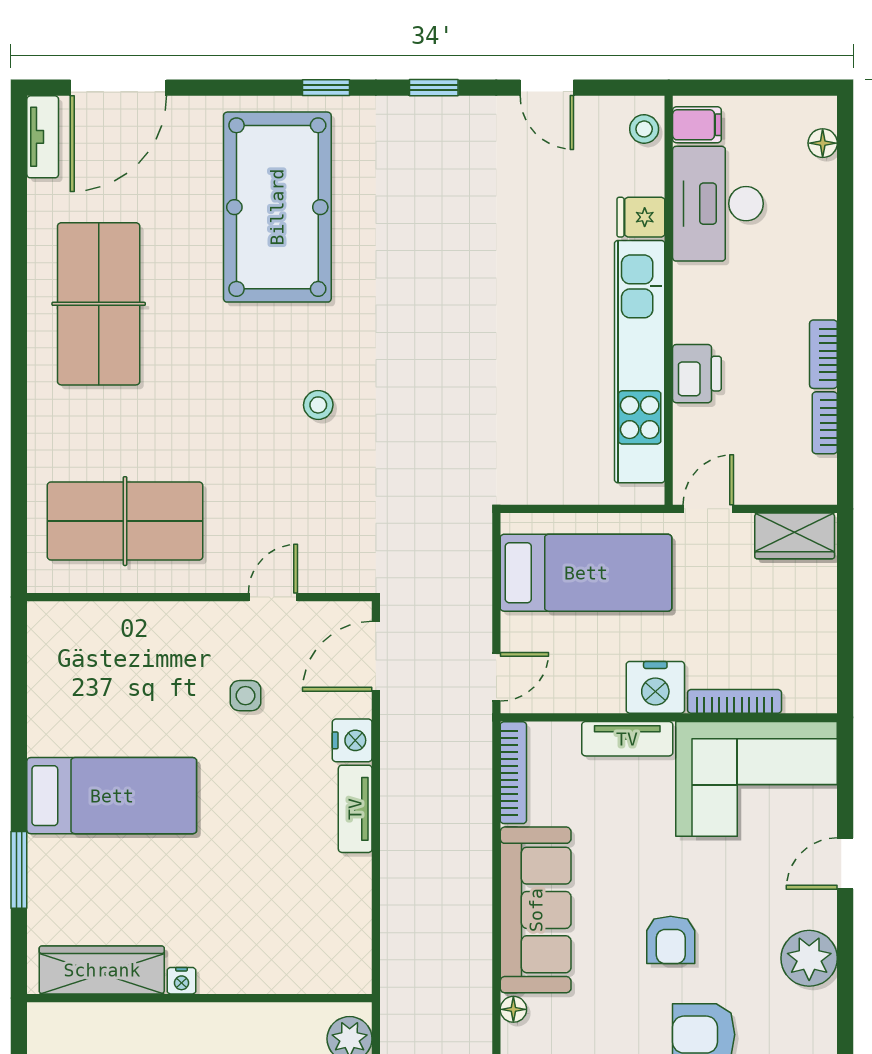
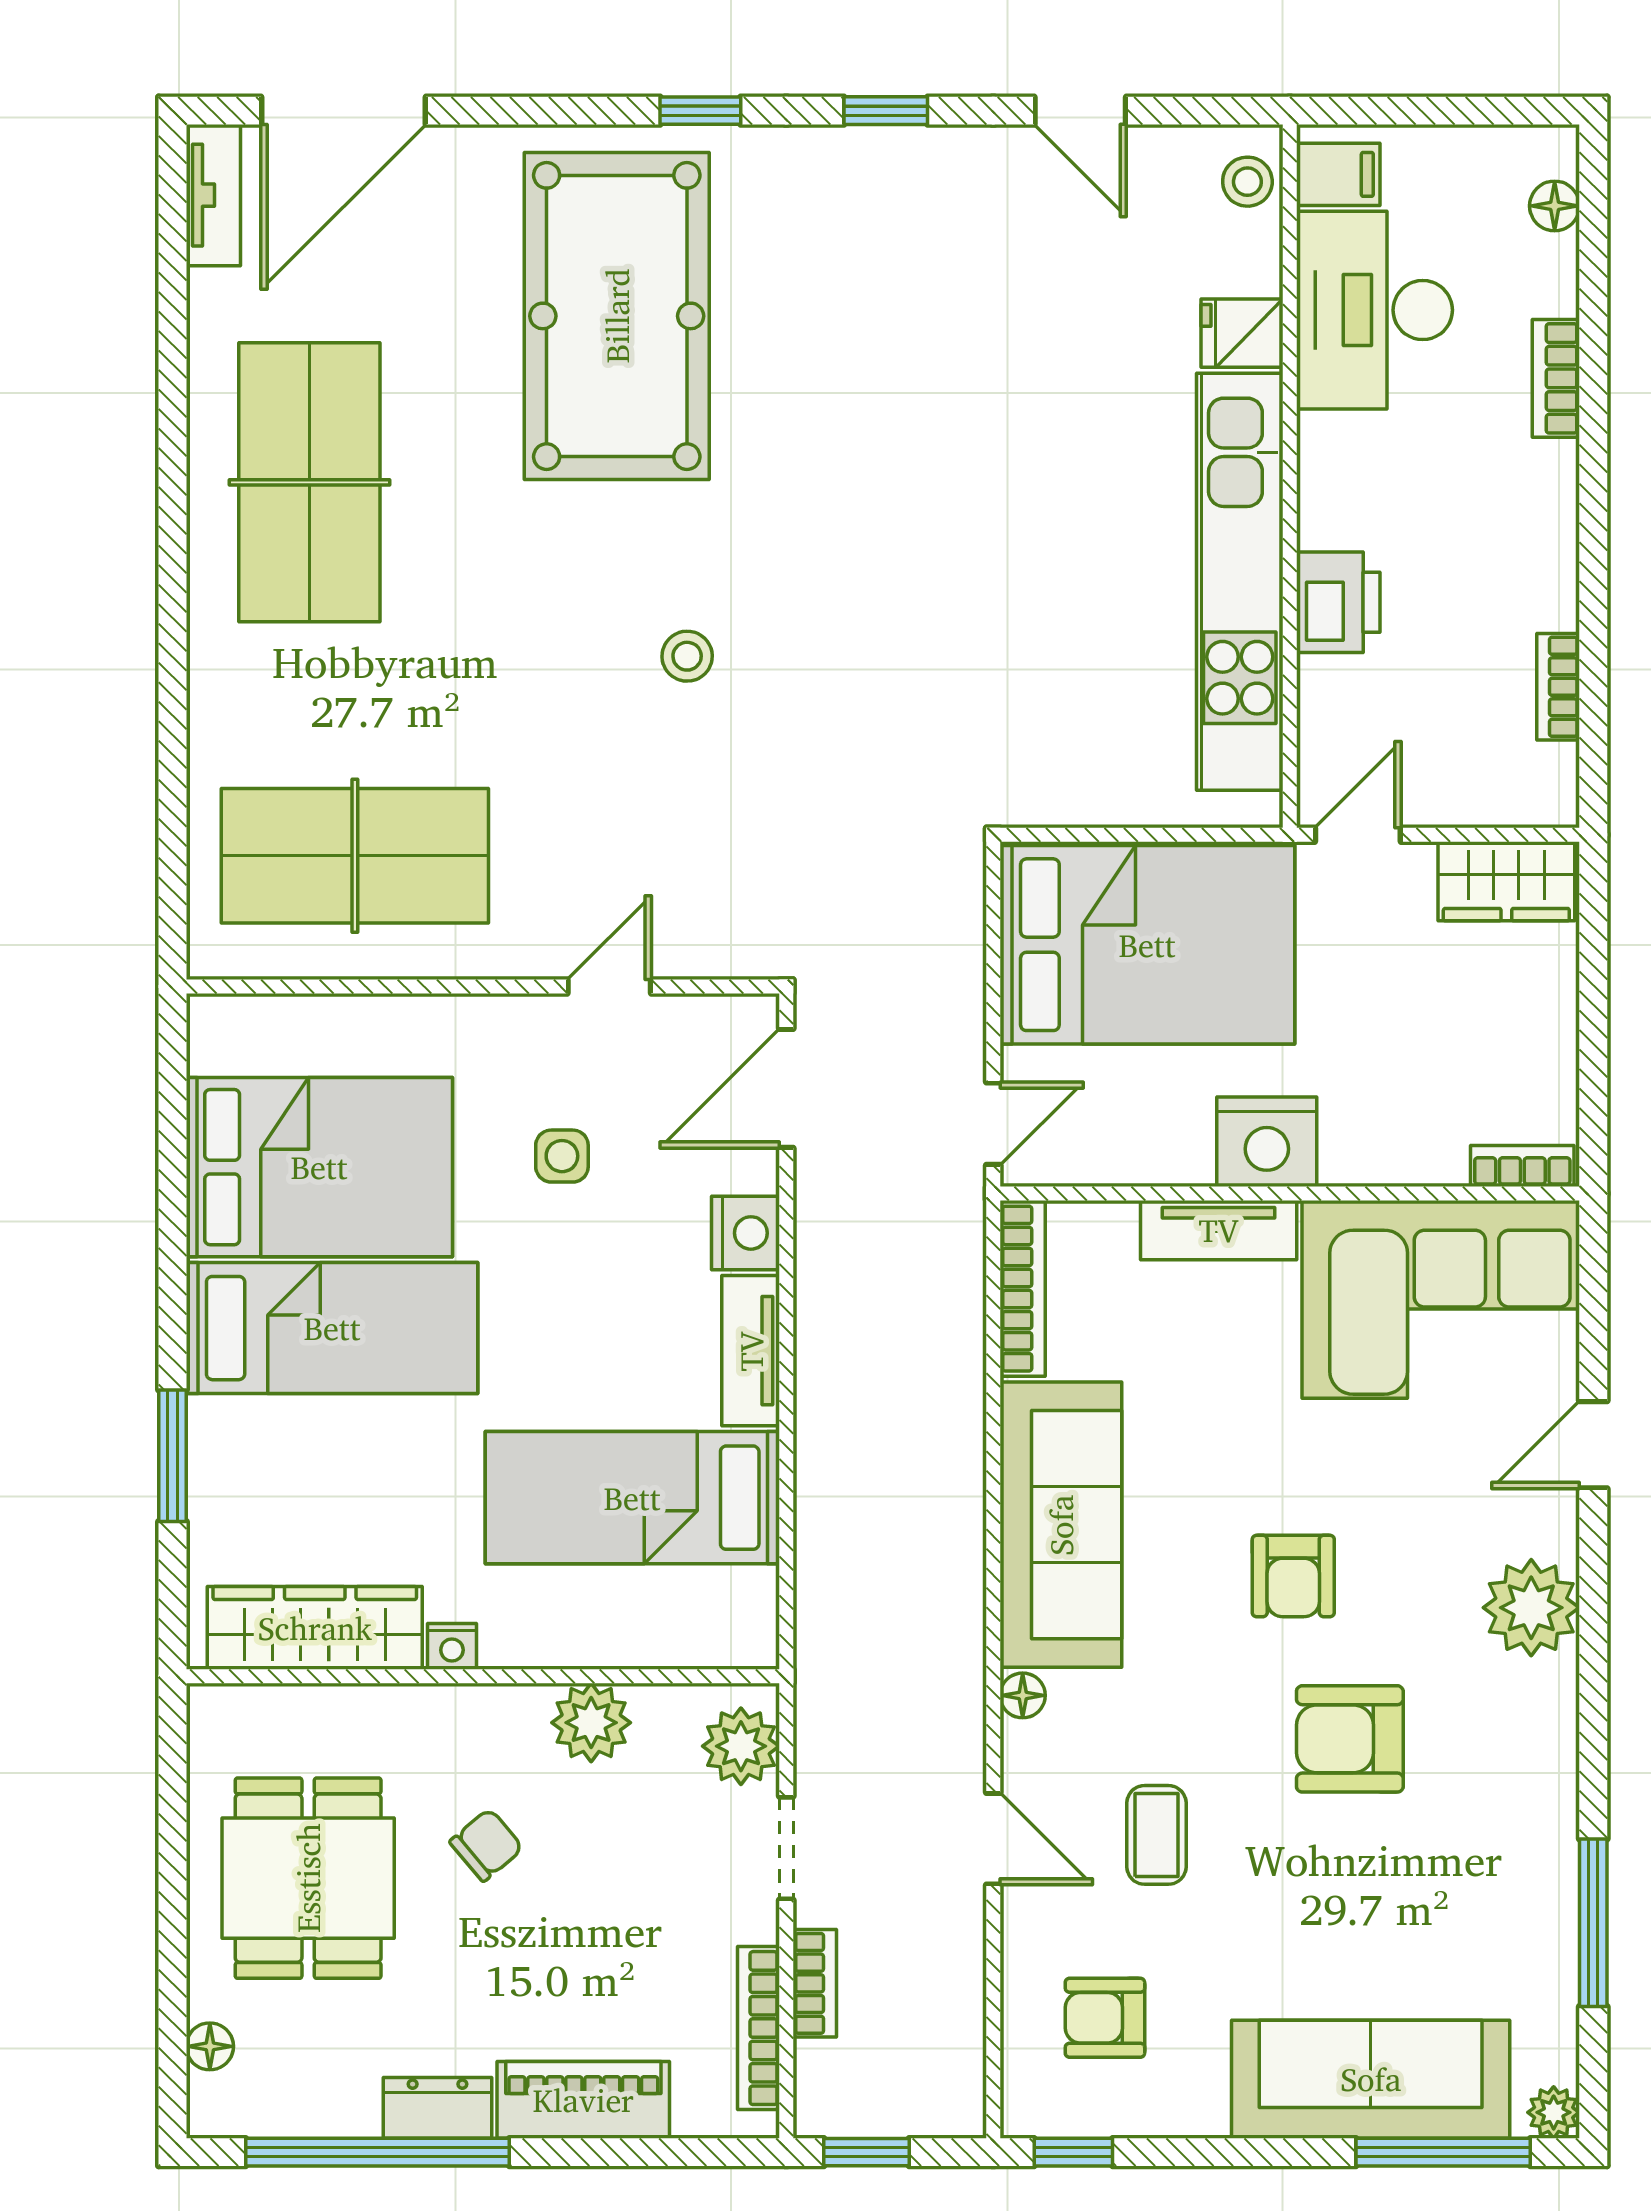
bookcase: (823, 354) -> (1556, 378), moved
bed: (586, 573) -> (1147, 945), width x1.50
bookcase: (734, 701) -> (1522, 1166), moved, width x0.64
bed: (104, 702) -> (319, 1167), added
bed: (286, 894) -> (632, 1498), added
plant: (262, 1025) -> (591, 1723), added

